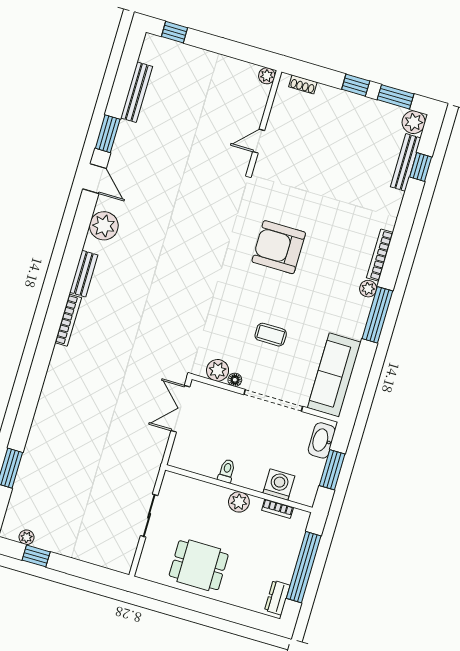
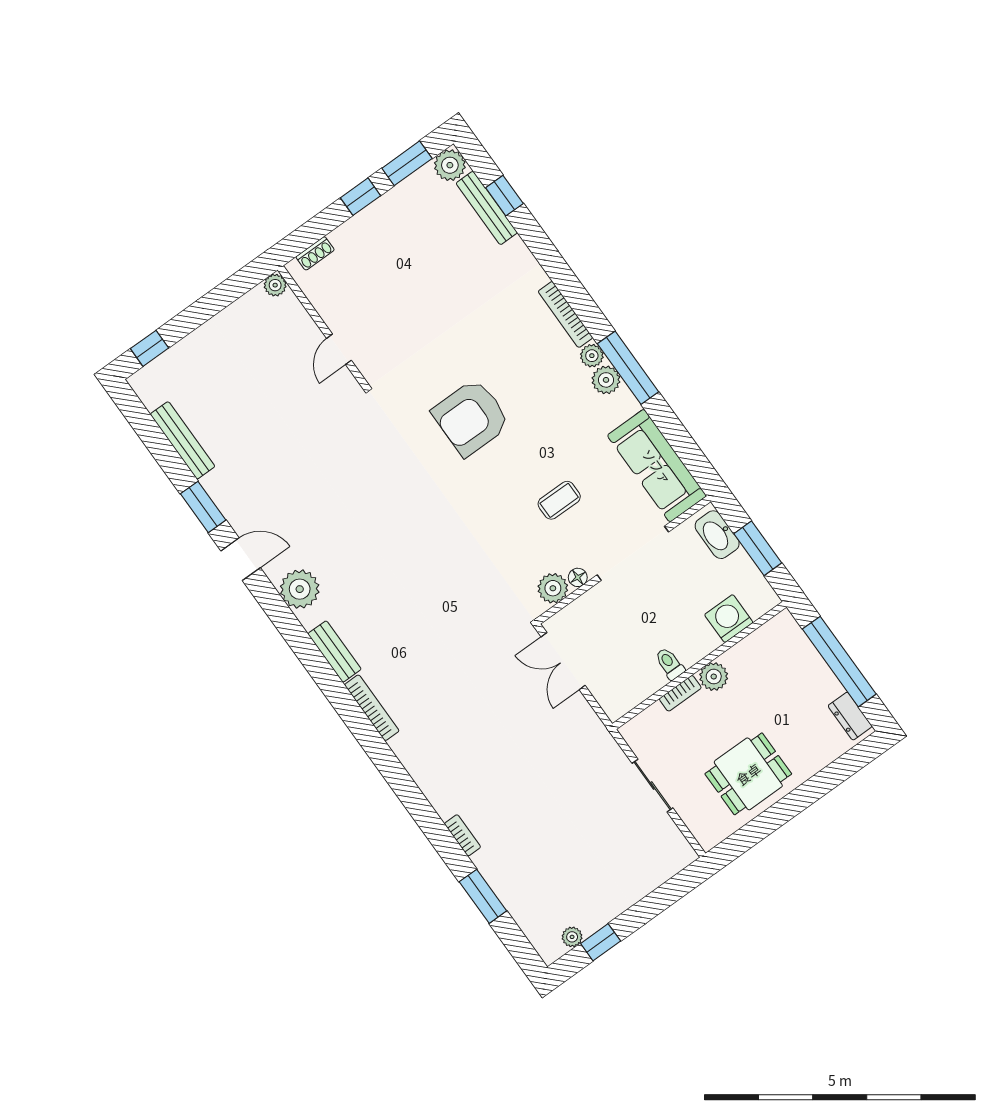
plant: (361, 308) -> (606, 380), added
bookcase: (36, 429) -> (463, 835), added
bookcase: (278, 509) -> (680, 693), moved

